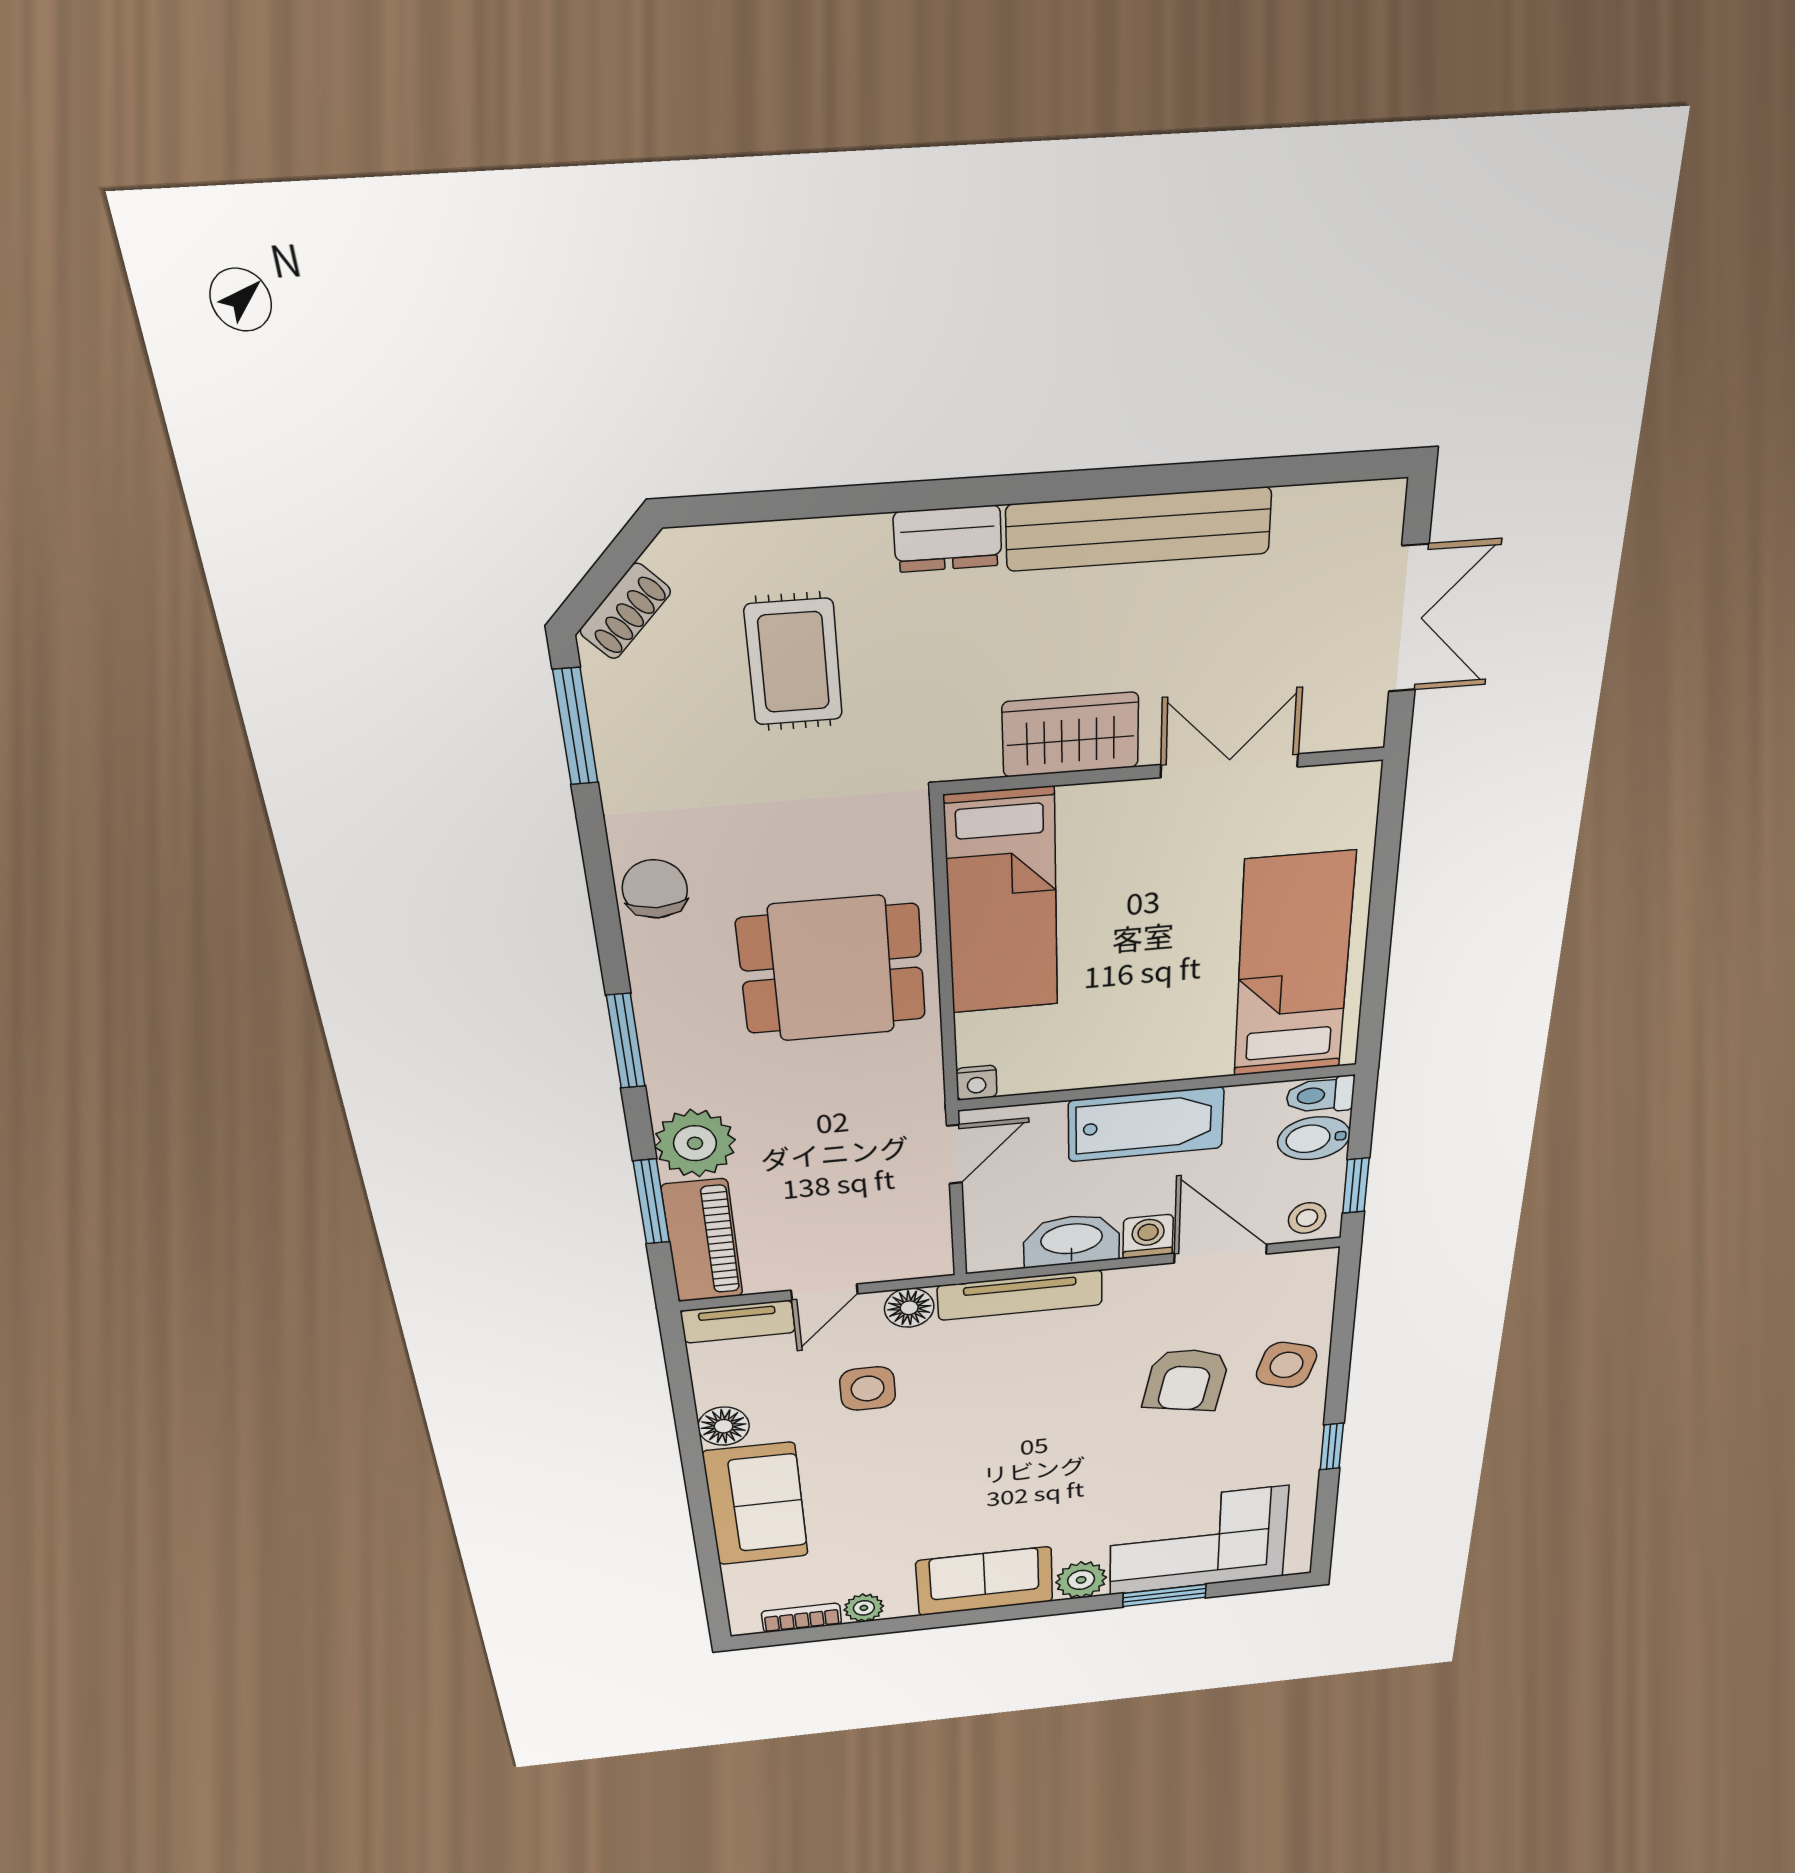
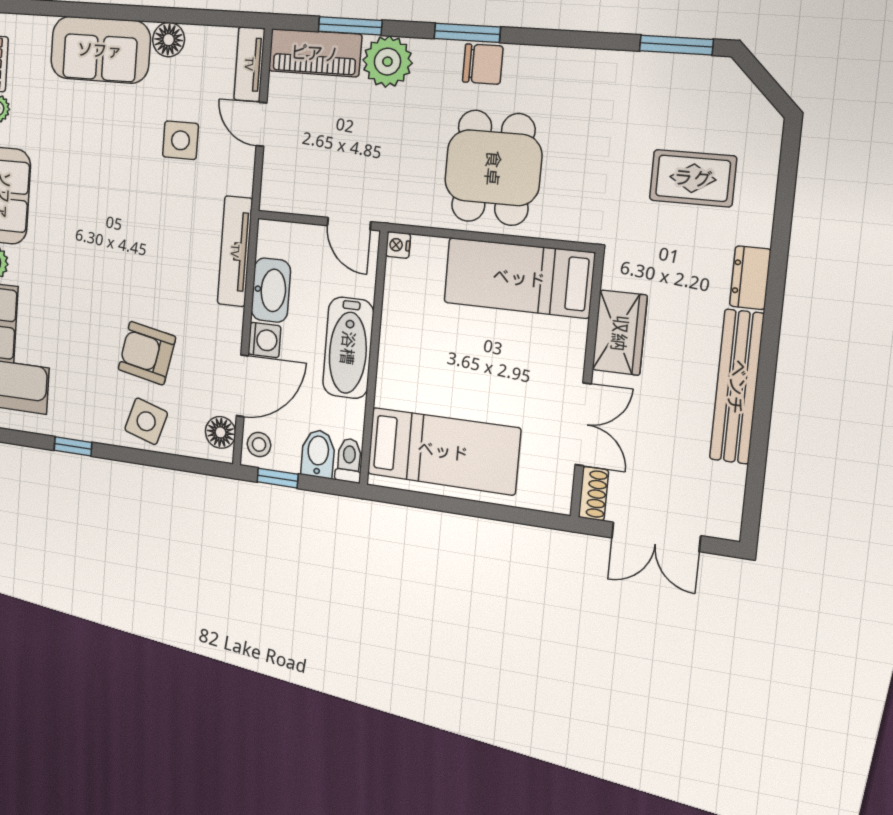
shoe rack: (625, 611) -> (593, 494), moved, turned -135
chair: (655, 889) -> (483, 64), moved
floor lamp: (909, 1308) -> (220, 432), moved

